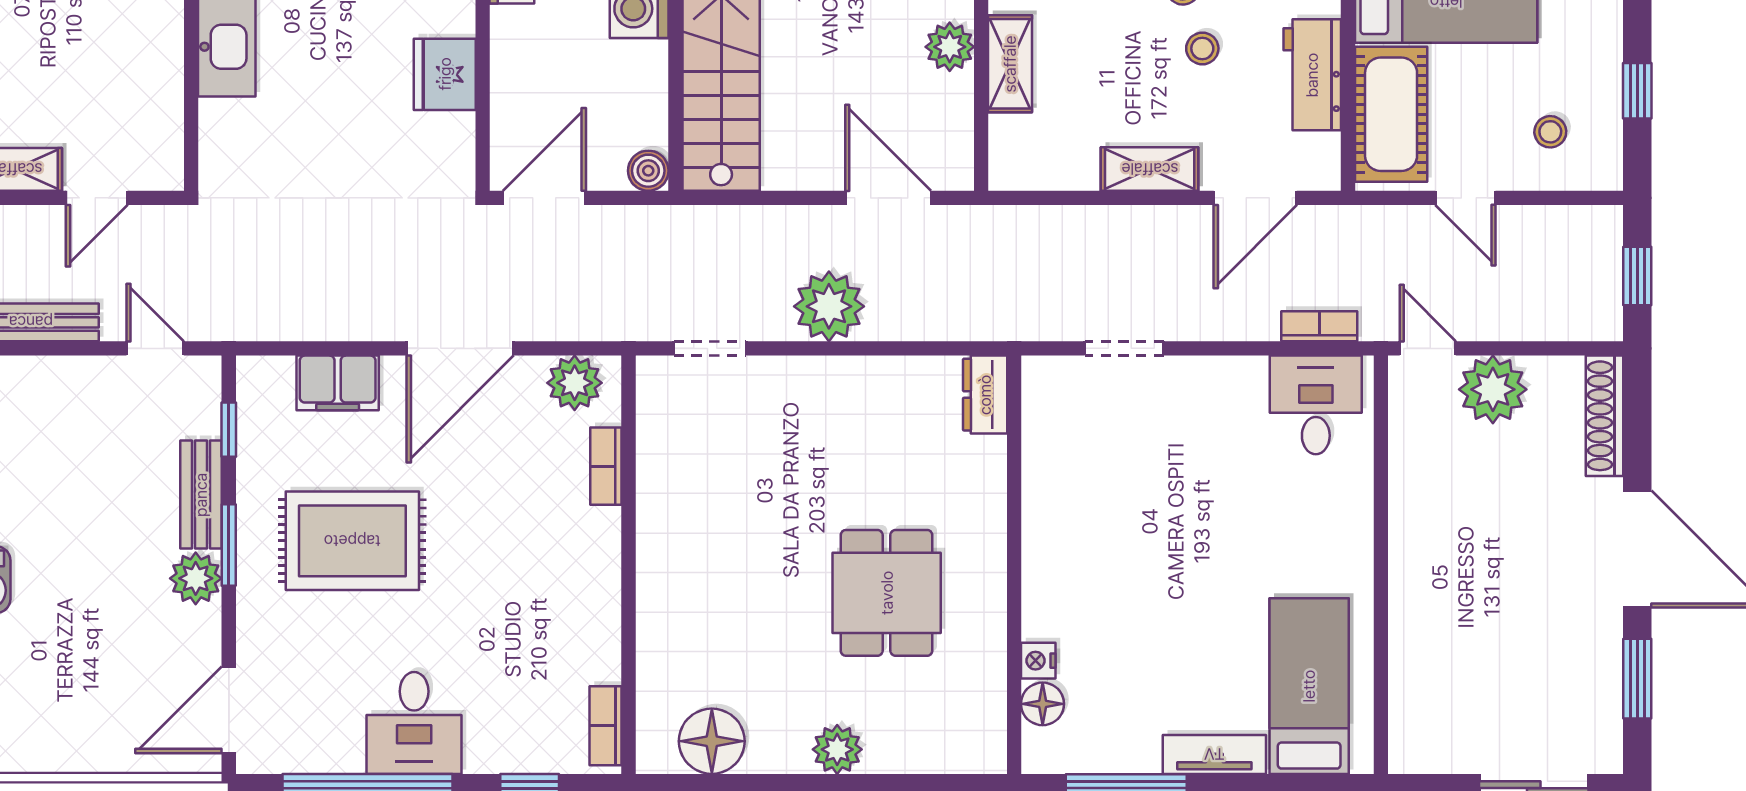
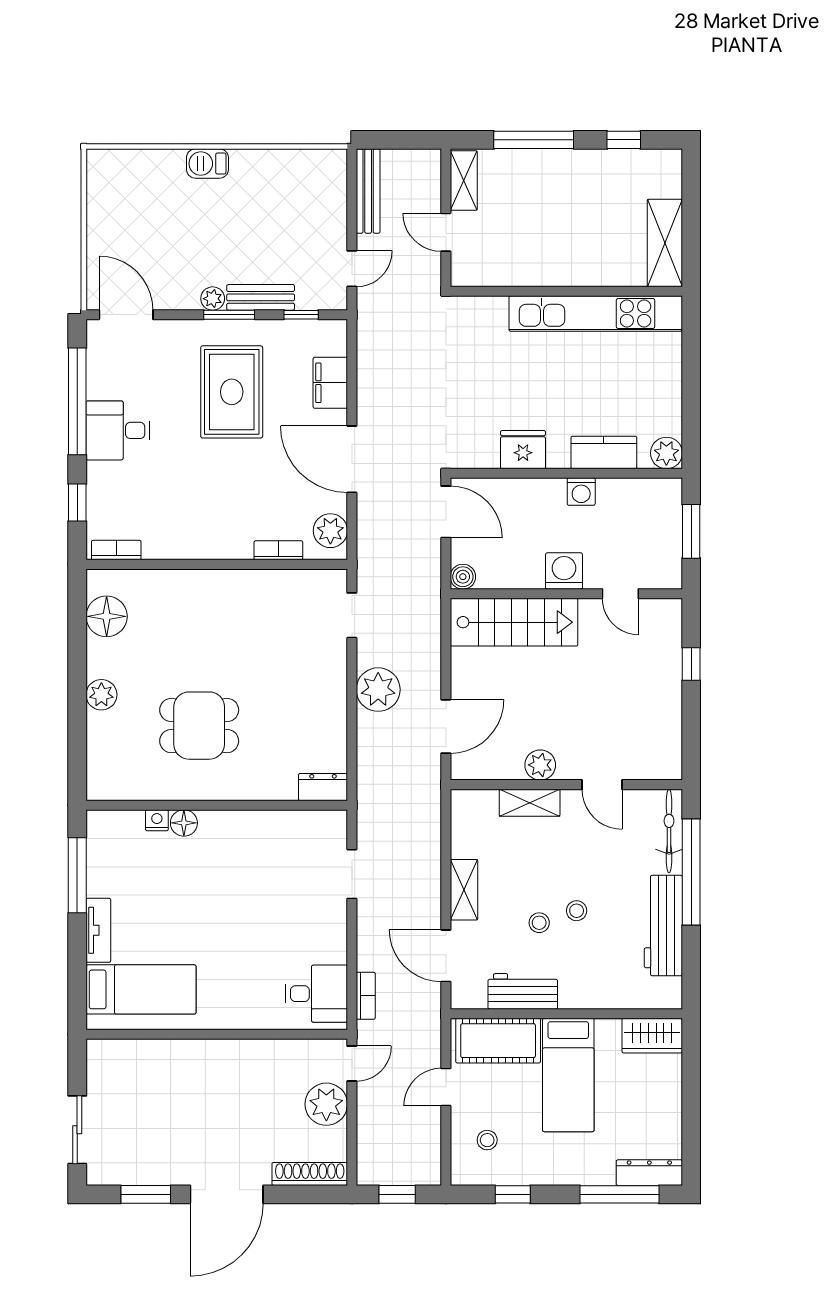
plant: (196, 578) -> (213, 299), width x0.73, depth x0.73
floor lamp: (1043, 704) -> (184, 823), moved

